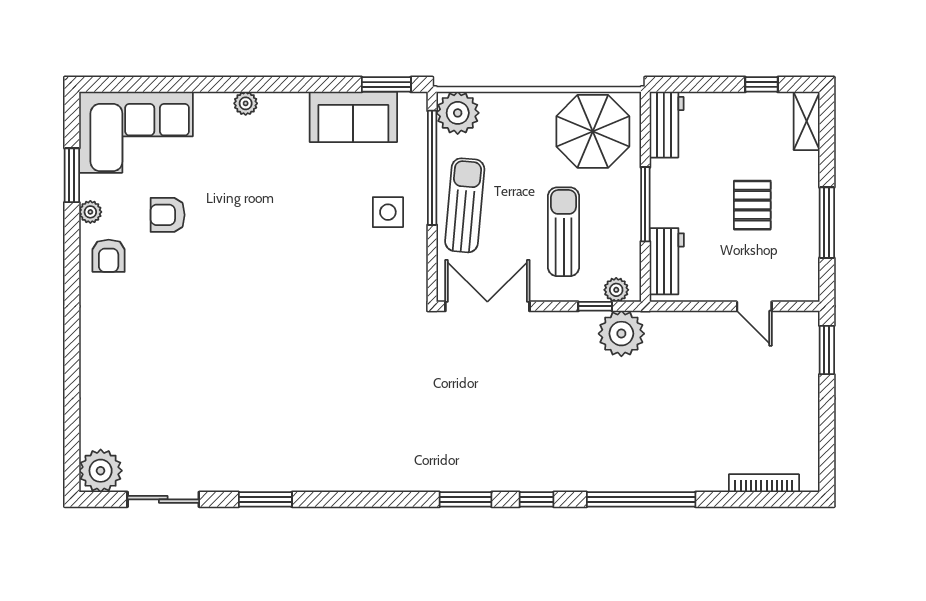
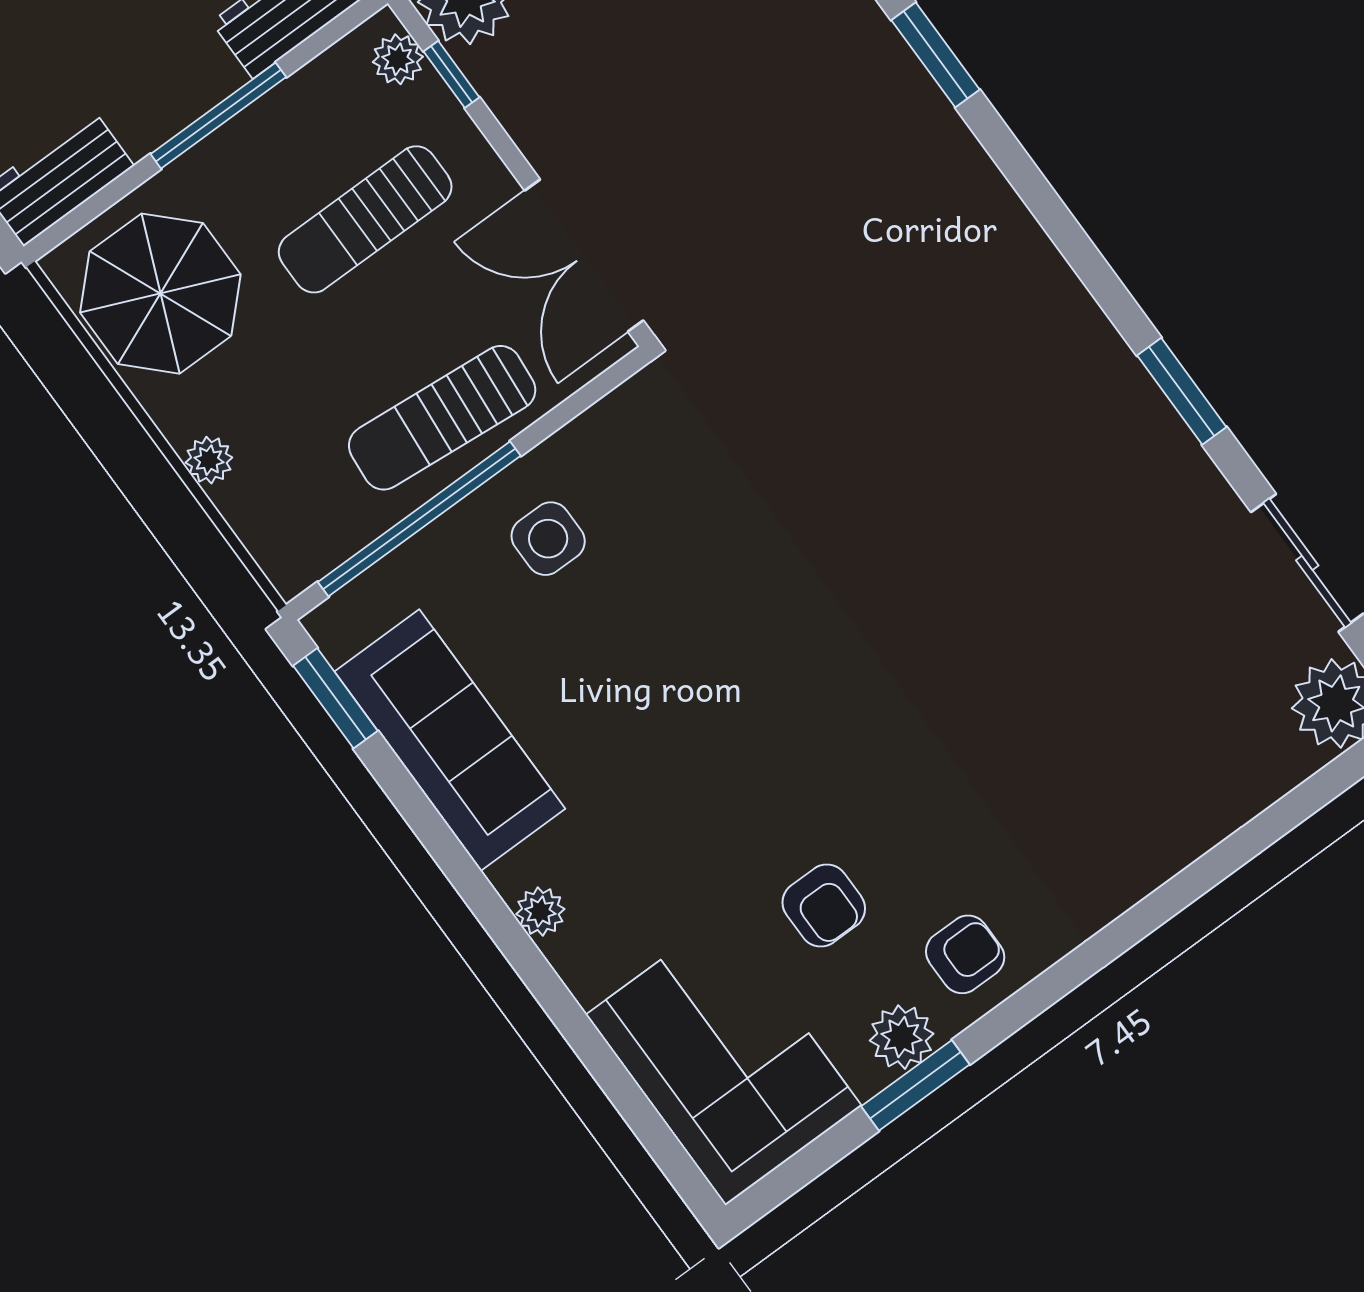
plant: (458, 113) -> (209, 460), moved, width x0.53, depth x0.53
sofa: (353, 117) -> (450, 740), width x1.36
window: (72, 175) -> (915, 1085), moved
plant: (90, 212) -> (902, 1037), width x1.38, depth x1.38

